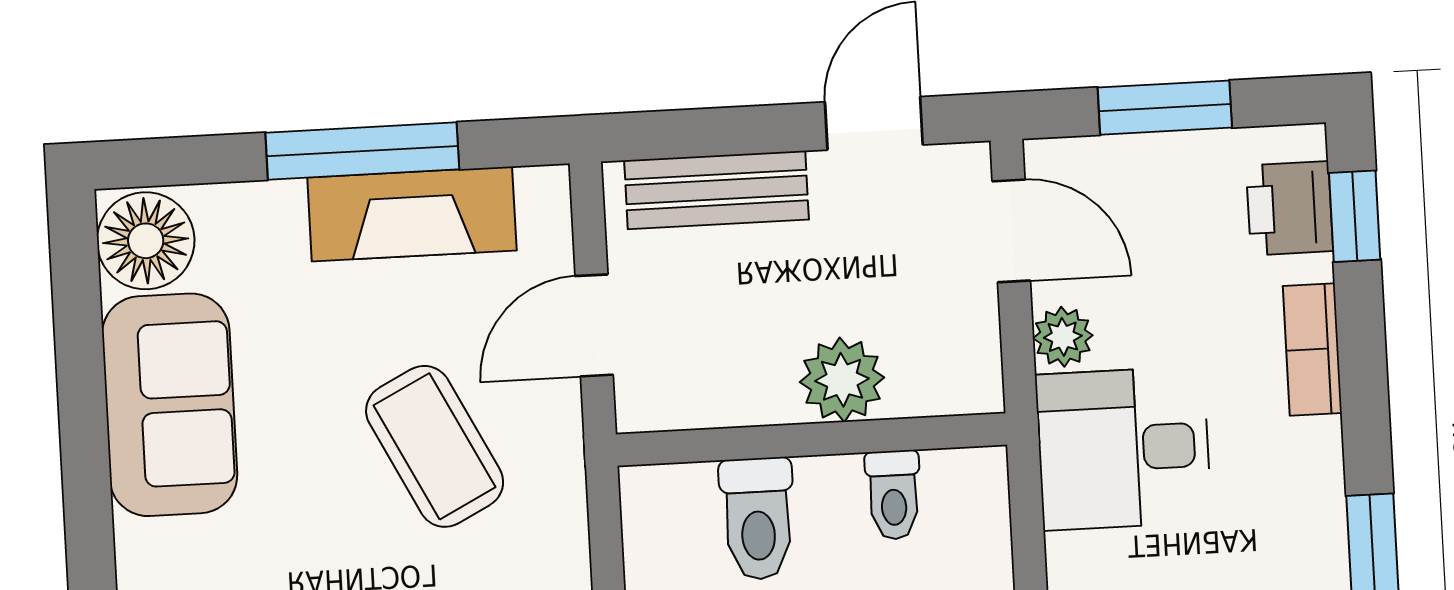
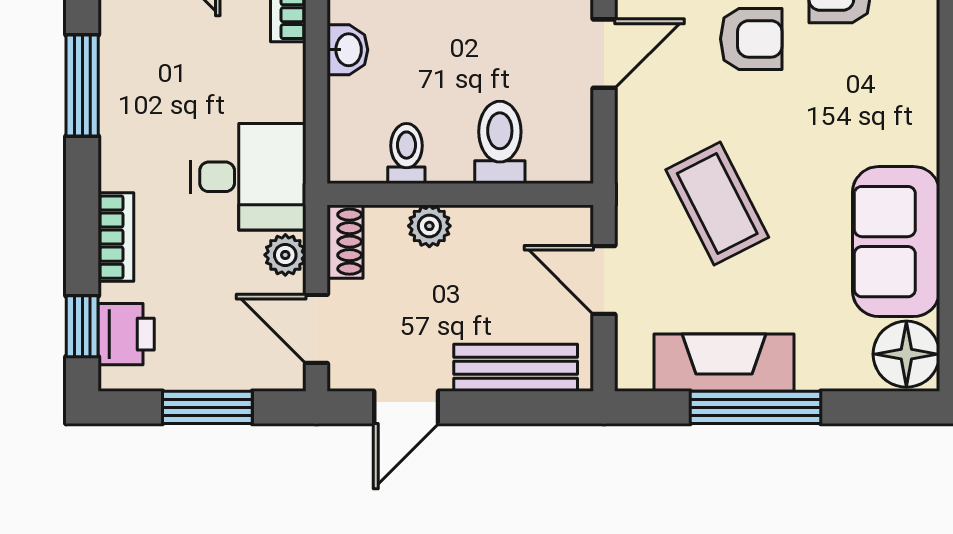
door: (594, 325) -> (604, 280), swing flipped
shoe rack: (977, 361) -> (345, 242), added
plant: (842, 380) -> (429, 226), width x0.73, depth x0.73

